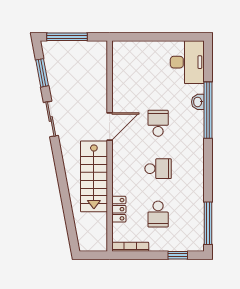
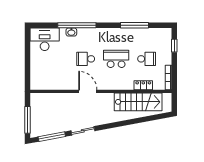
window: (42, 73) -> (52, 137), width x1.44
school desk: (158, 169) -> (116, 59), width x1.85
stairs: (94, 176) -> (138, 102), moved
window: (208, 223) -> (134, 25), moved

